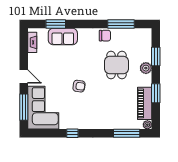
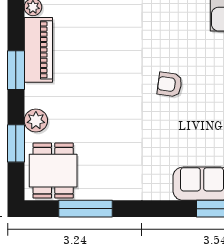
chair: (105, 36) -> (118, 185), removed
dining table: (116, 65) -> (53, 171), moved

